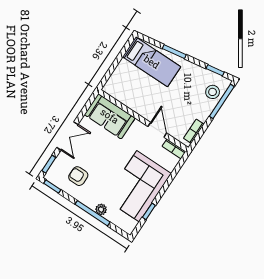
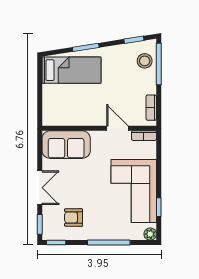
plant: (101, 209) -> (150, 234), moved

